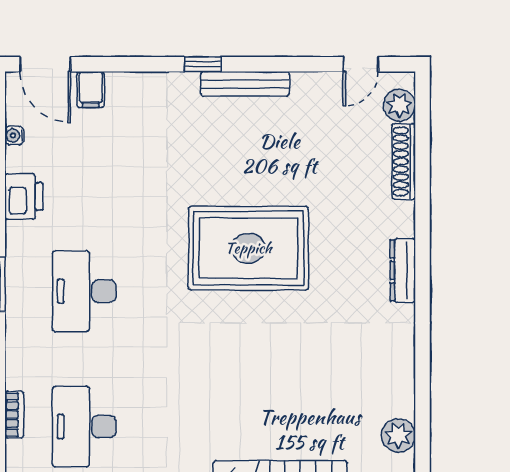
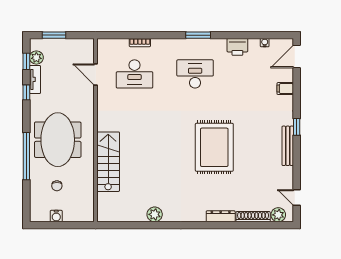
filing cabinet: (91, 90) -> (285, 89), moved
dresser: (403, 270) -> (221, 216), moved
desk: (84, 427) -> (135, 74), turned 180
plant: (398, 435) -> (155, 214), moved

